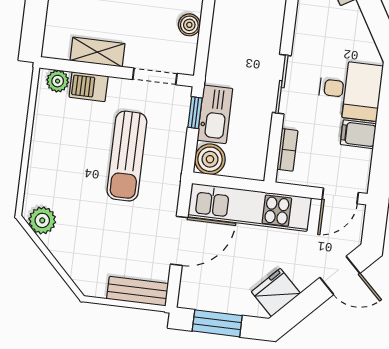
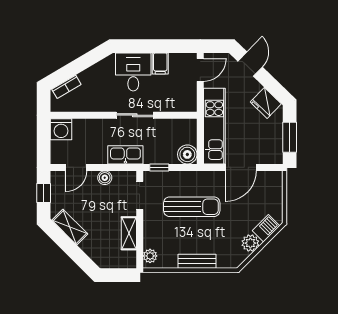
barbecue: (89, 87) -> (266, 228), moved, turned -135
kitchen sink: (215, 114) -> (125, 155), moved
bookcase: (287, 150) -> (176, 107), removed
door: (340, 196) -> (200, 70), hinge flipped
plant: (42, 220) -> (250, 243), moved
door: (179, 241) -> (241, 167), swing flipped
bench: (138, 291) -> (197, 261), moved, turned 90

